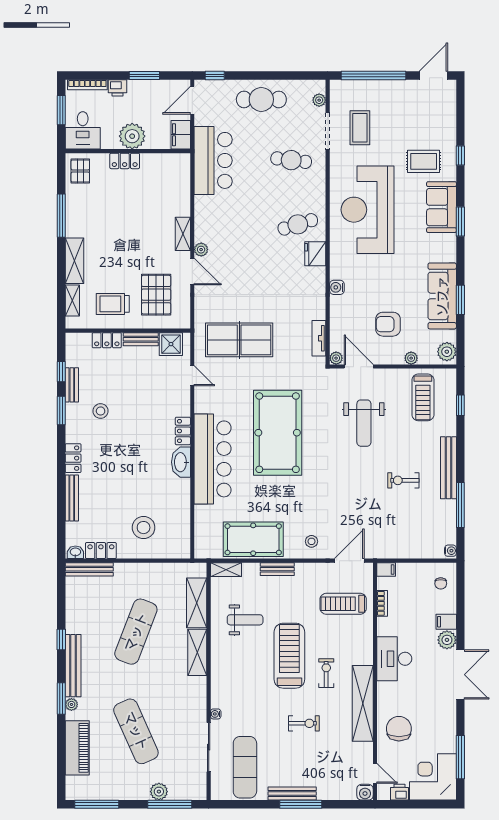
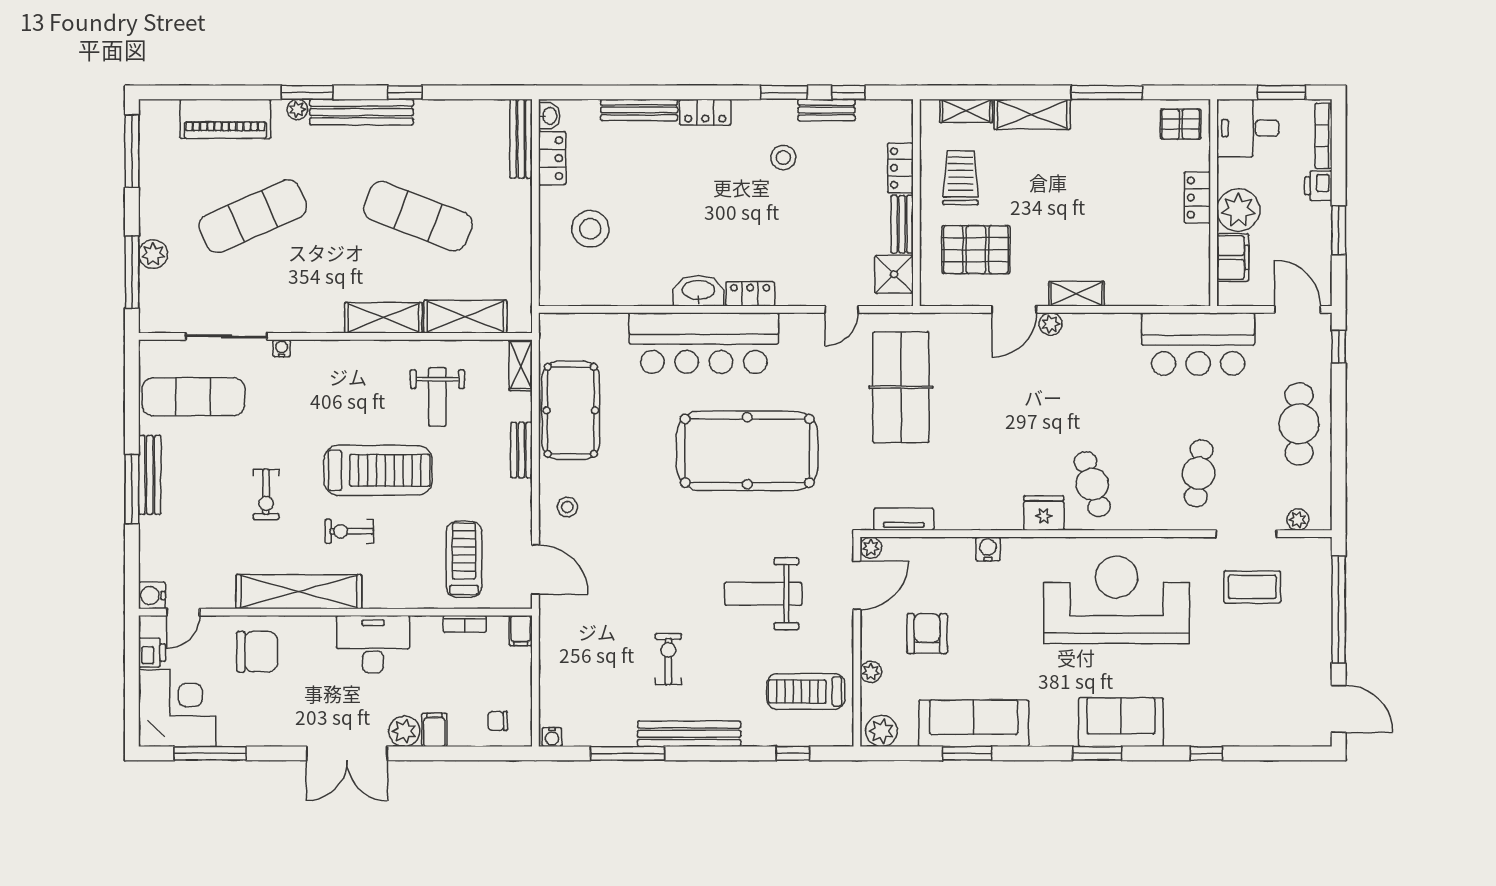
filing cabinet: (181, 135) -> (1233, 257), moved, turned 90
rug: (424, 161) -> (1197, 693), removed
exercise bike: (326, 673) -> (349, 531), turned 180

